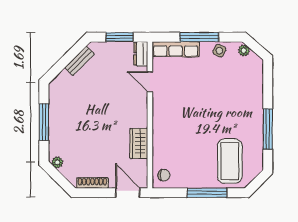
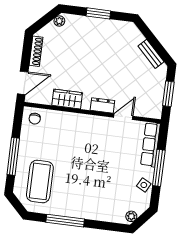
plant: (244, 51) -> (131, 216), moved
dresser: (141, 54) -> (102, 105), moved
window: (44, 122) -> (98, 13), width x0.69
coffee table: (230, 161) -> (40, 181), turned 90

